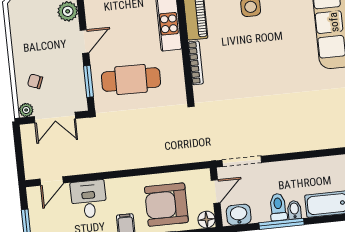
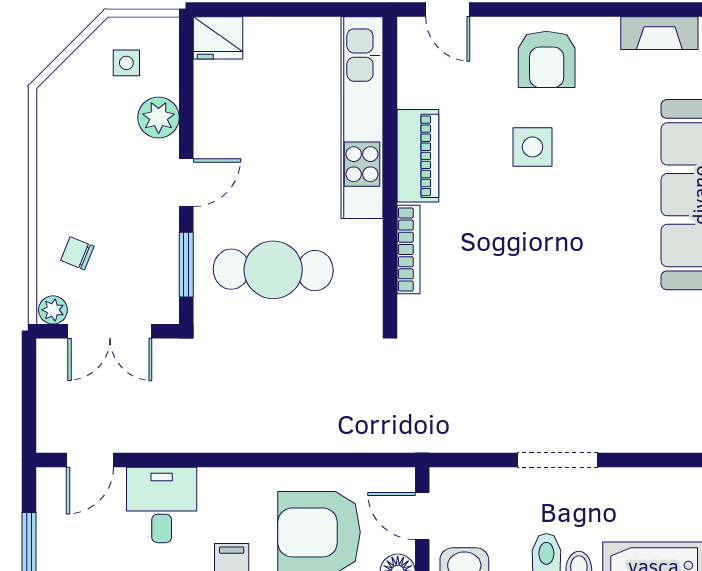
doorway: (242, 161) -> (558, 460), moved
door: (216, 192) -> (422, 516), swing flipped

